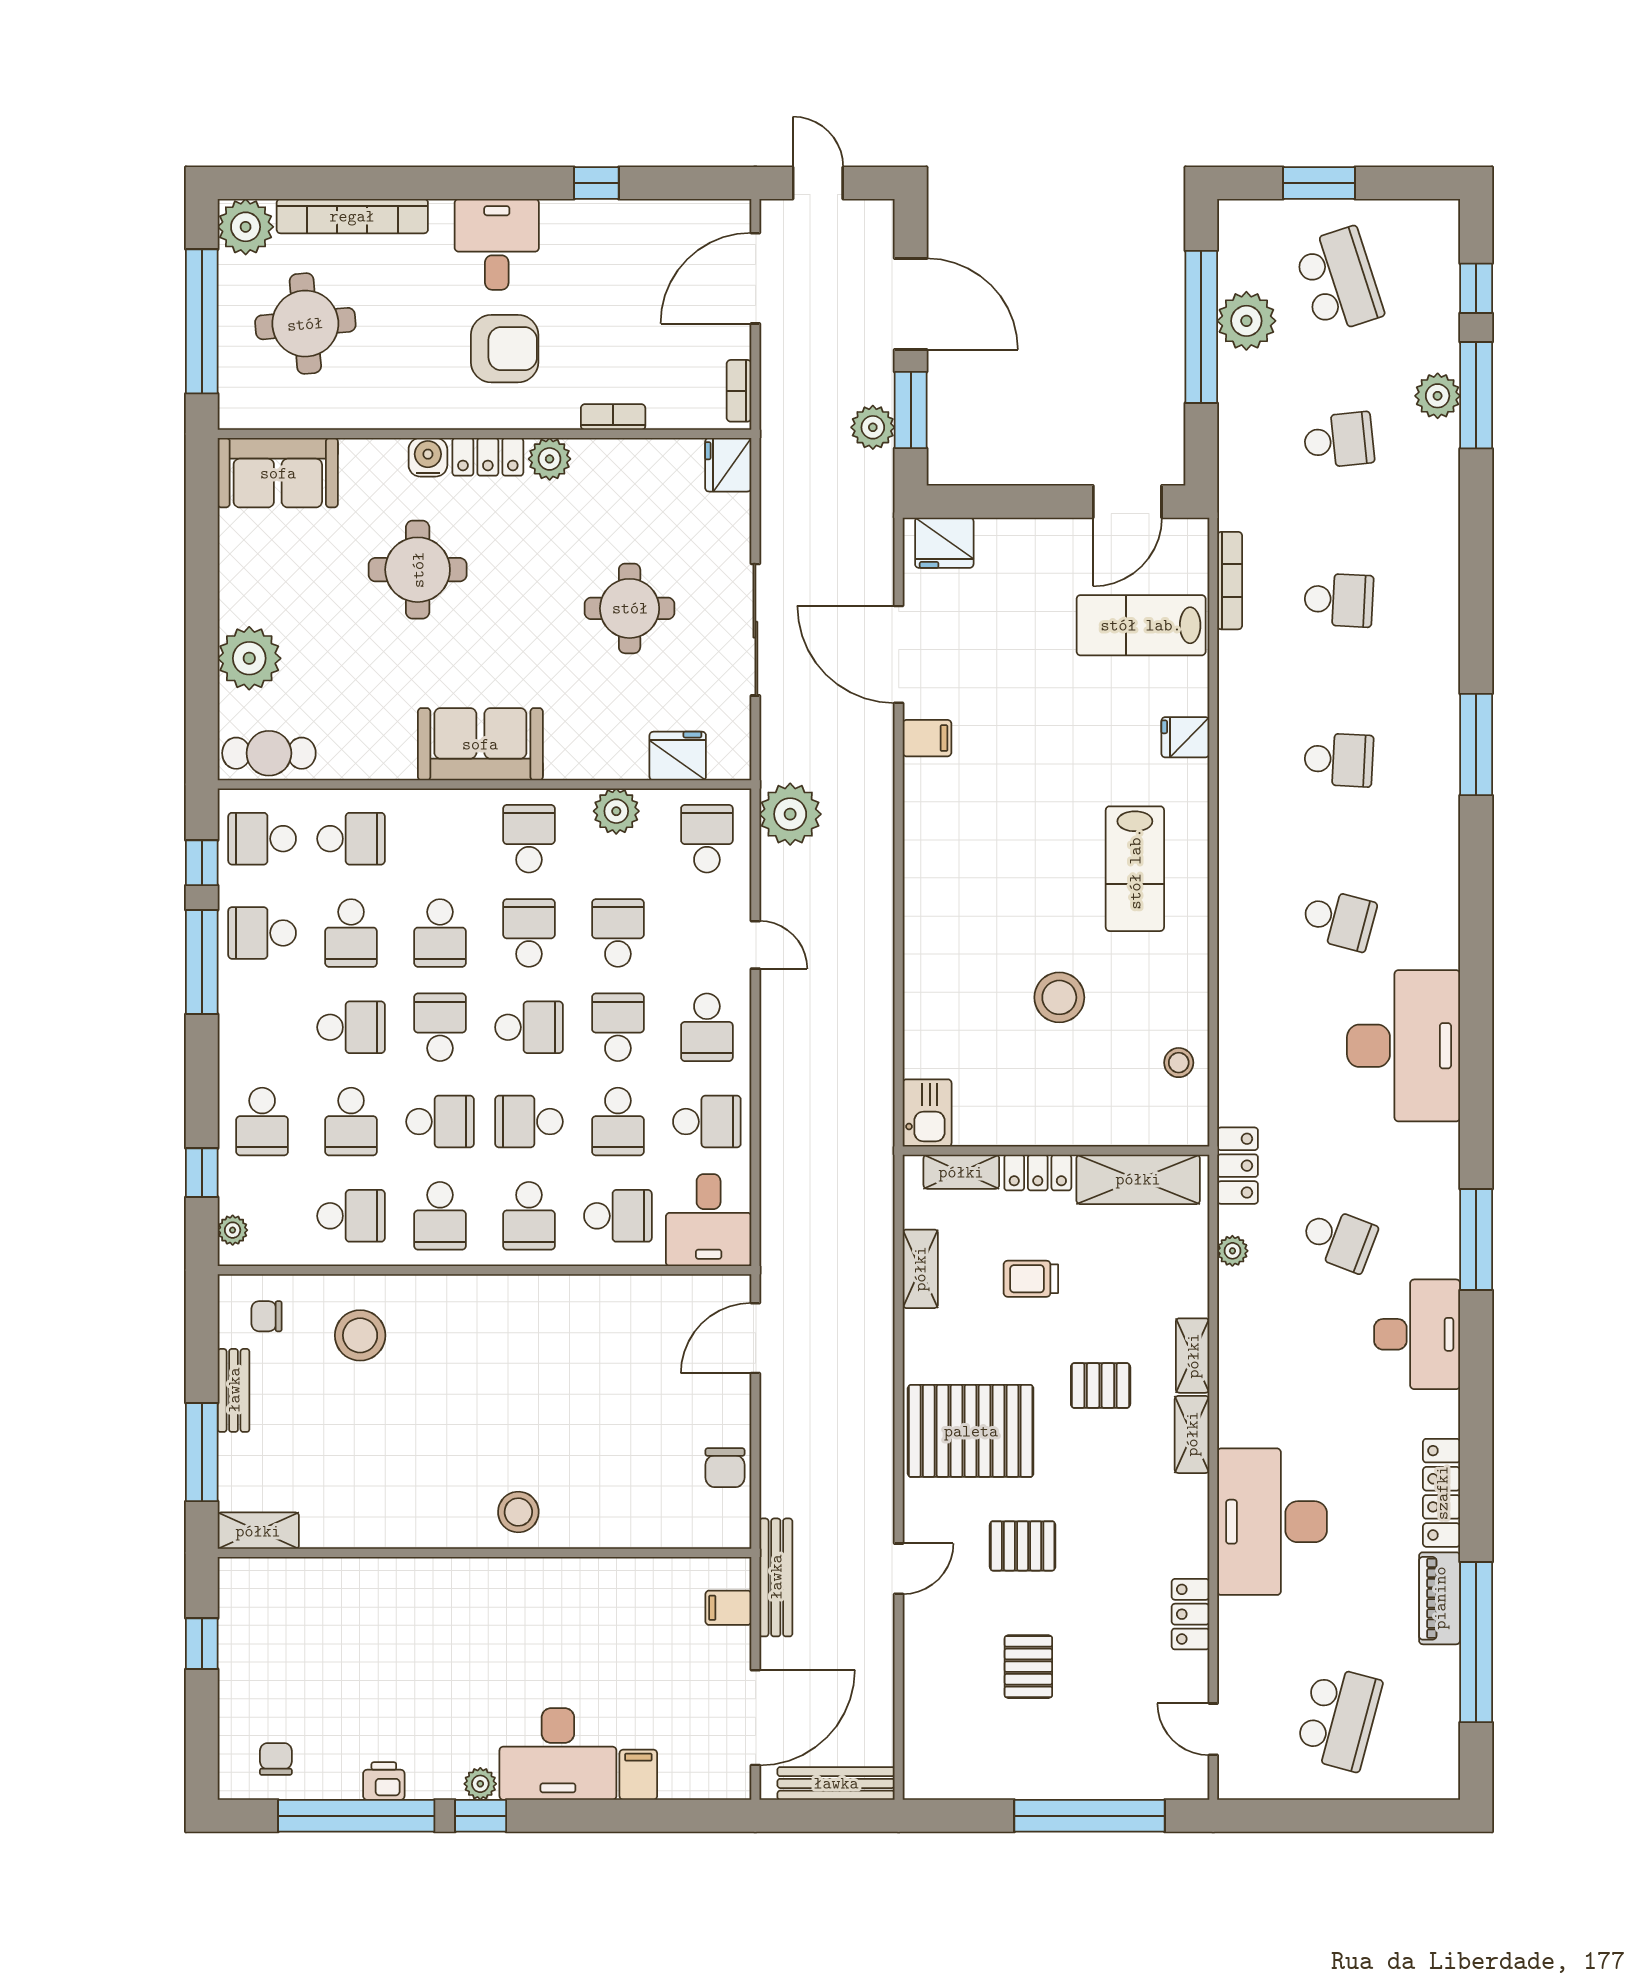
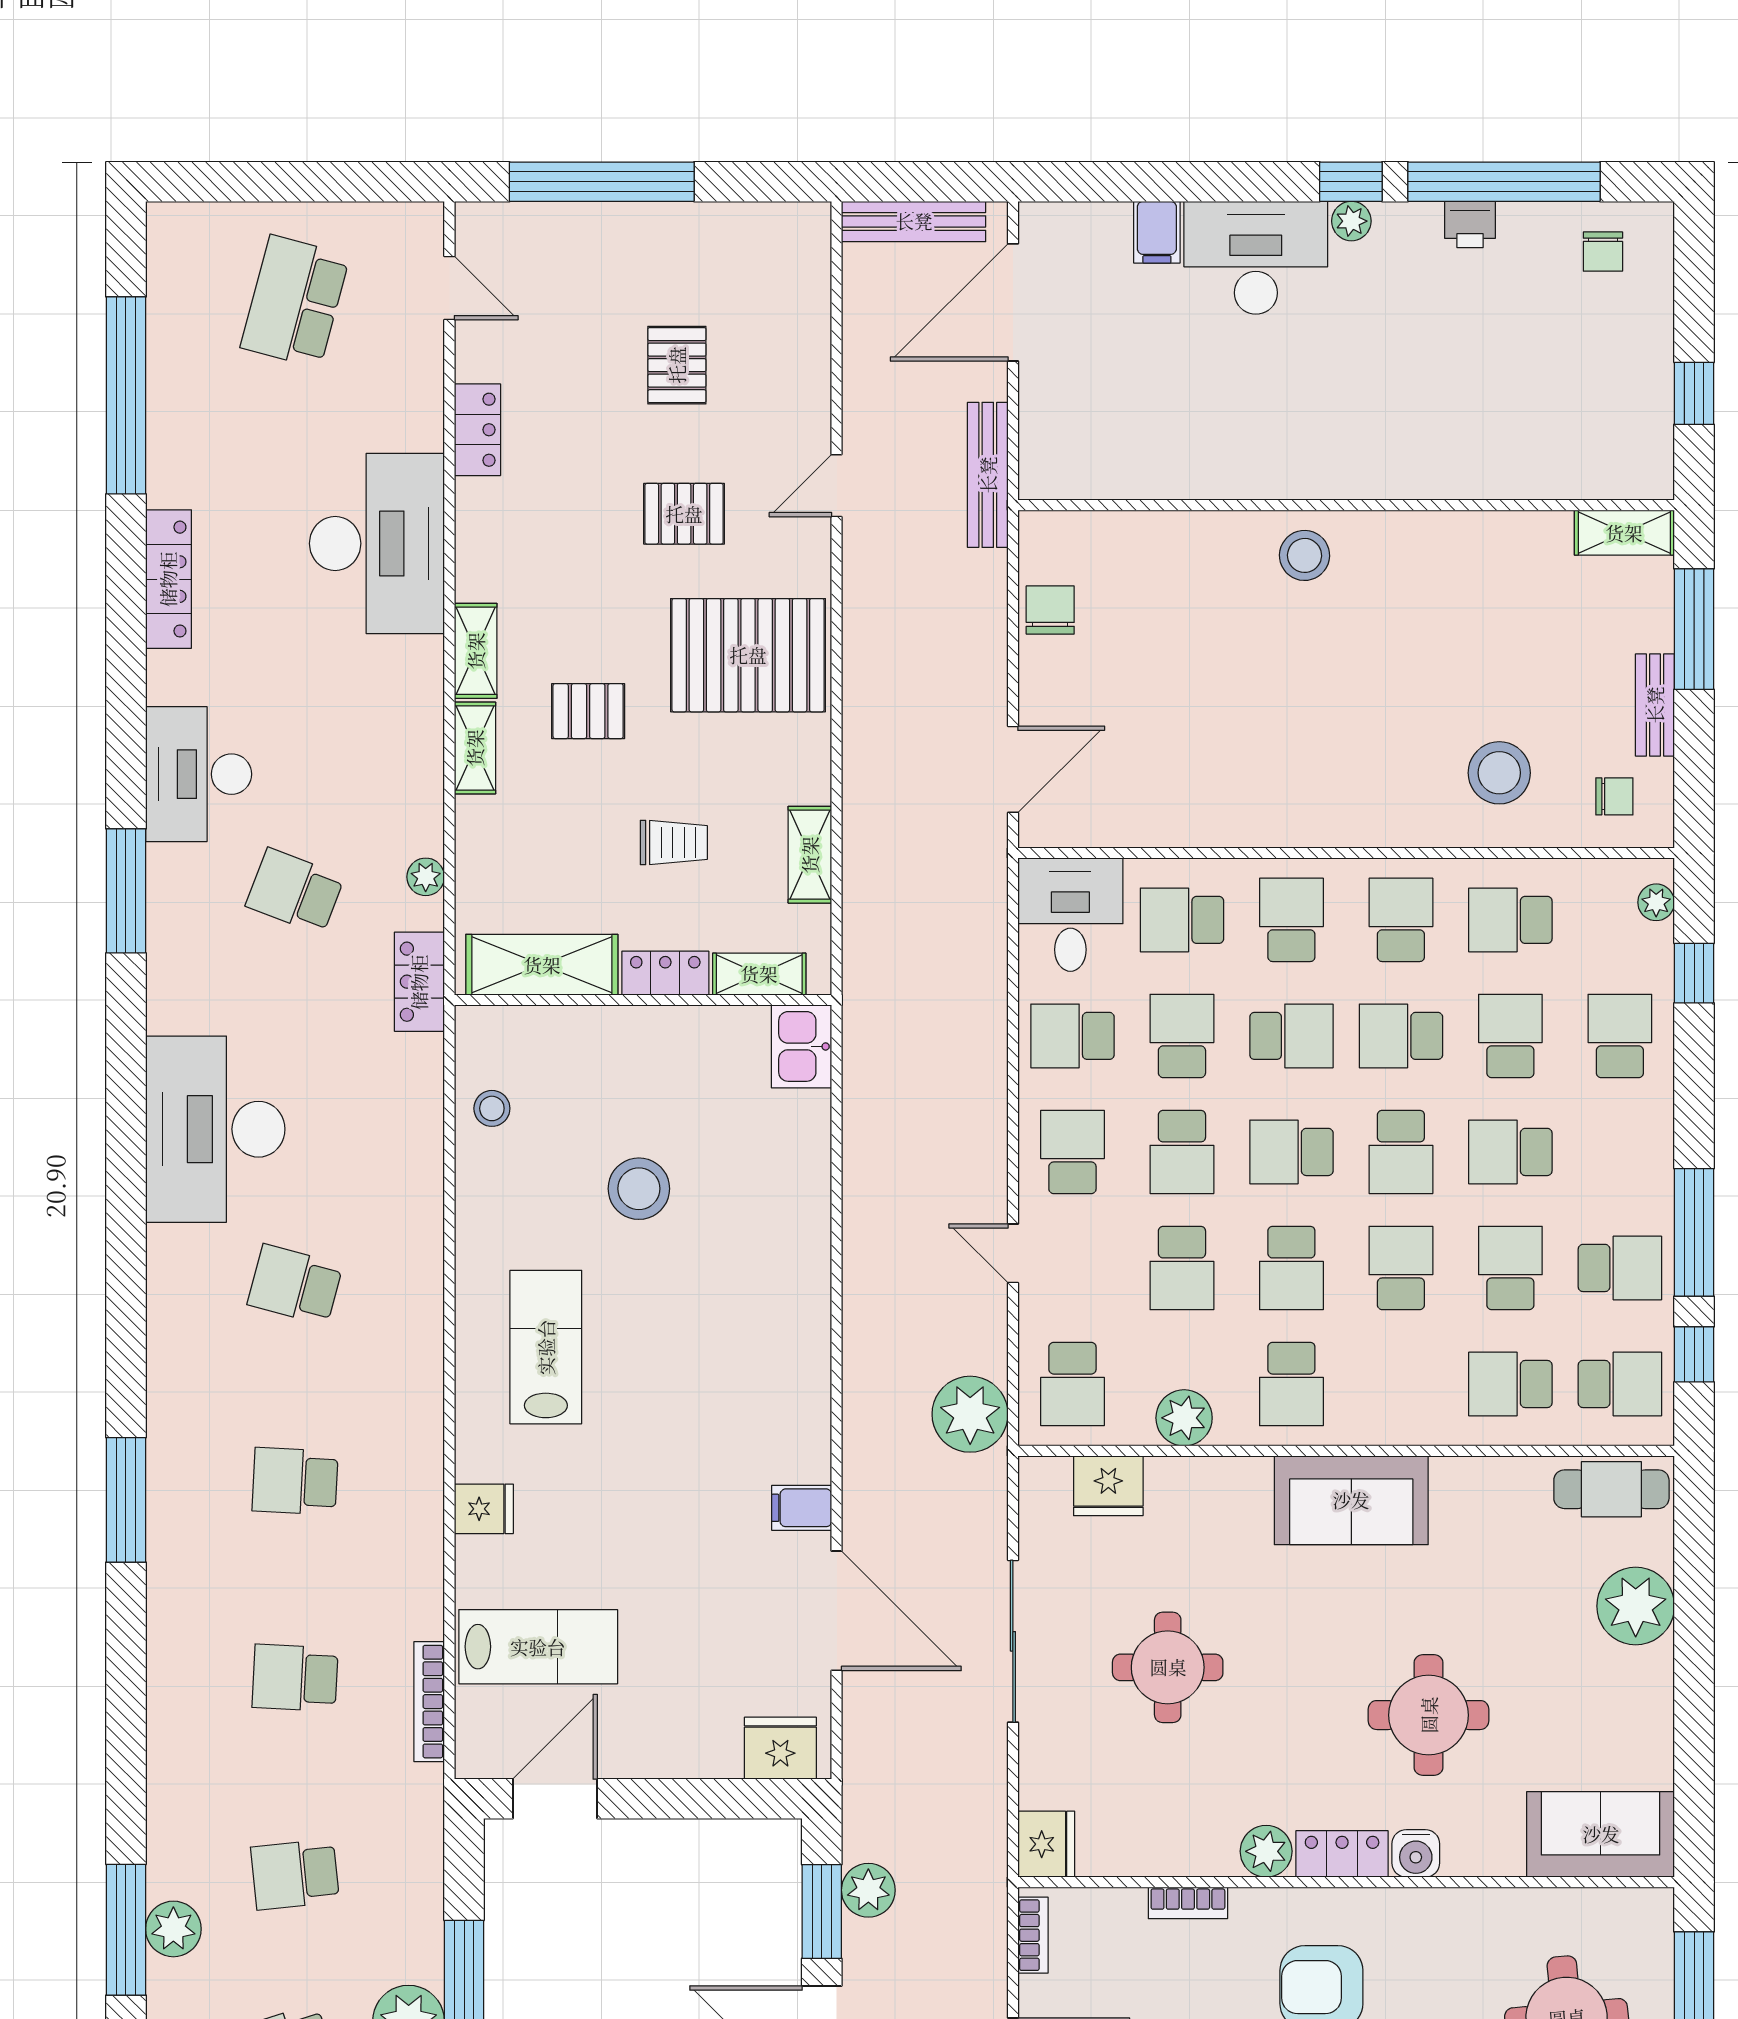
piano: (1440, 1598) -> (171, 449), removed
filing cabinet: (728, 1608) -> (1046, 438), removed

